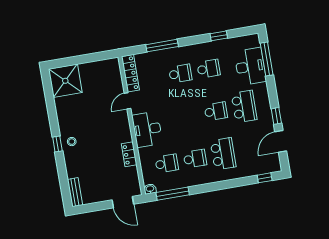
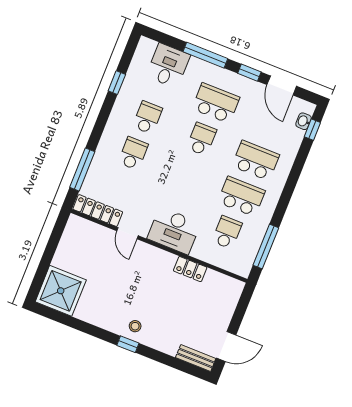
window: (162, 46) -> (82, 169), moved
window: (267, 59) -> (205, 55), moved
desk: (250, 66) -> (168, 66), width x0.73
school desk: (195, 159) -> (241, 196), width x1.85
washbasin: (150, 189) -> (304, 121), moved
door: (123, 202) -> (226, 347), moved

